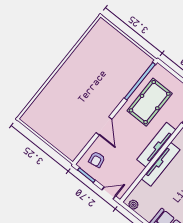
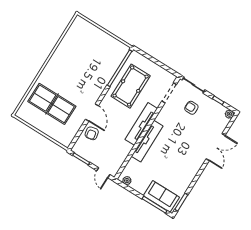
table tennis table: (61, 111) -> (52, 104), added
armchair: (97, 159) -> (92, 133), moved
door: (109, 193) -> (103, 173), swing flipped

